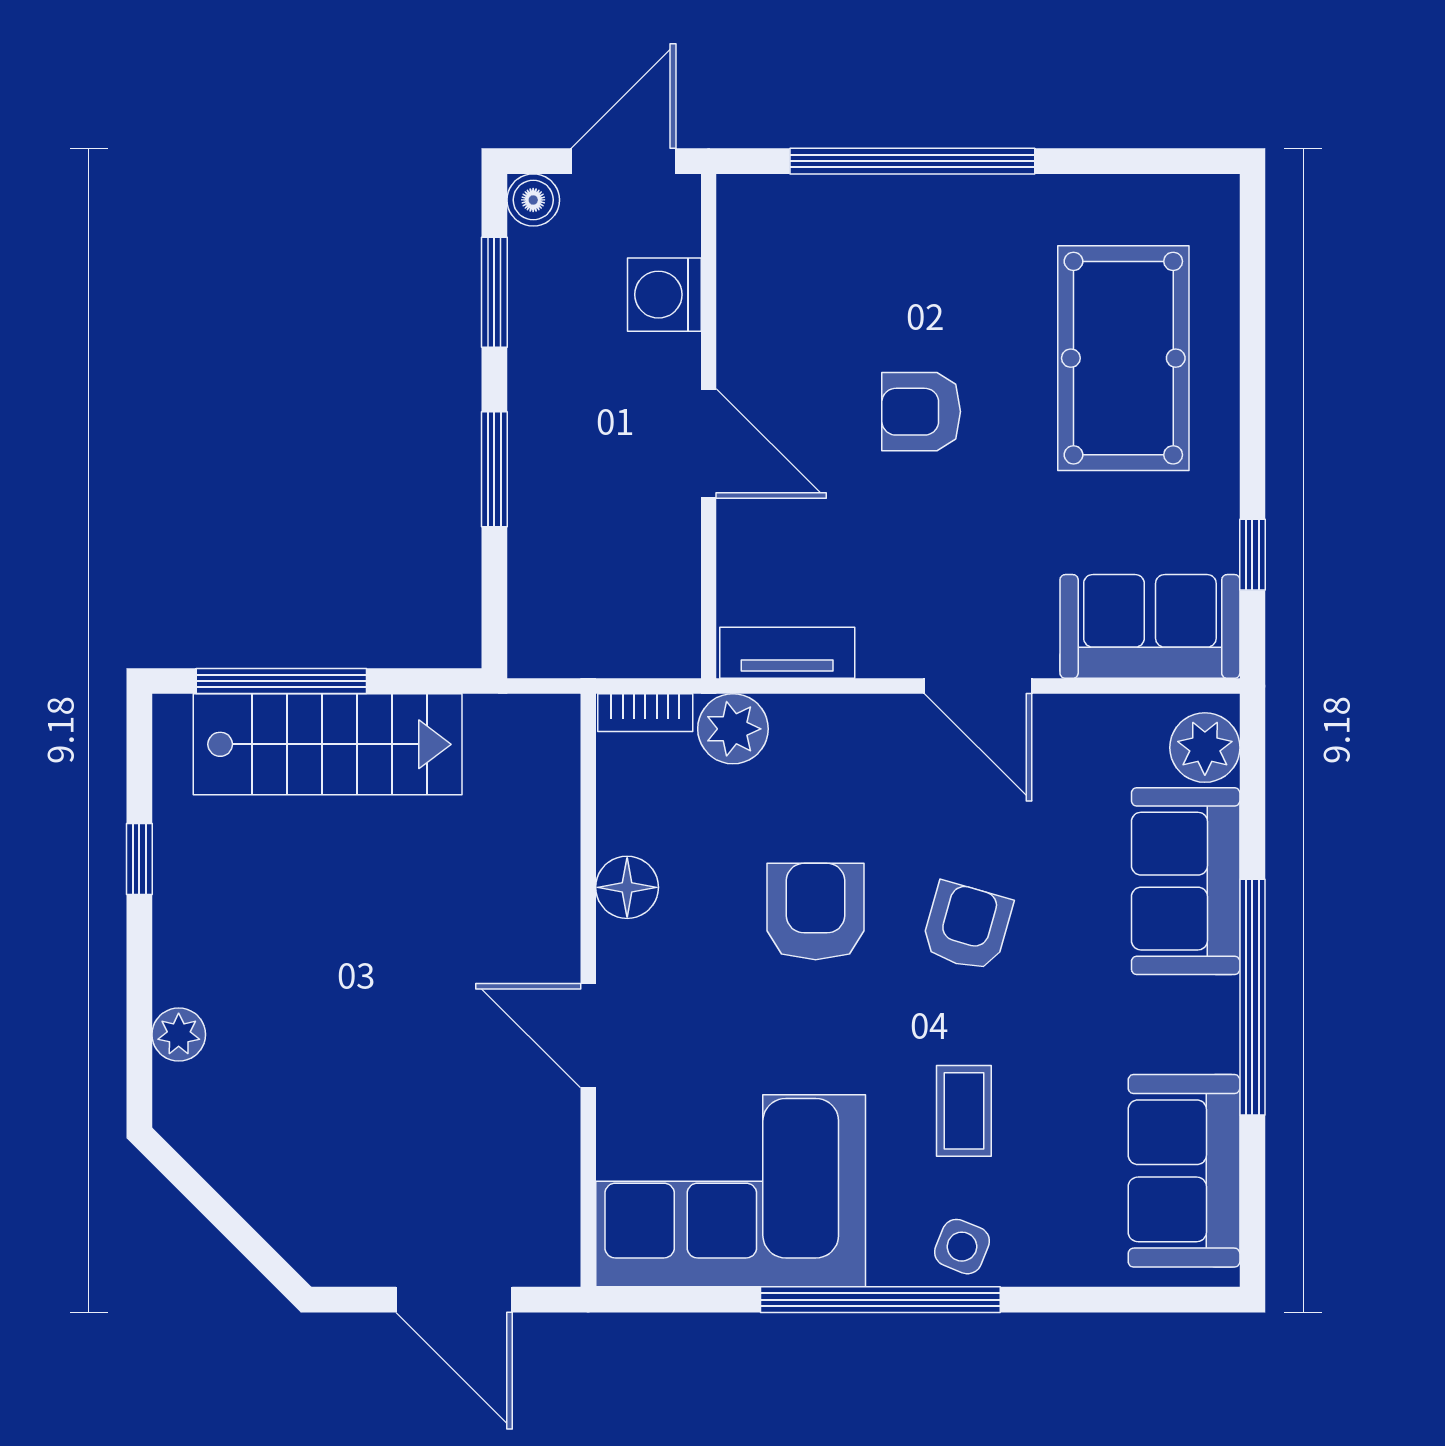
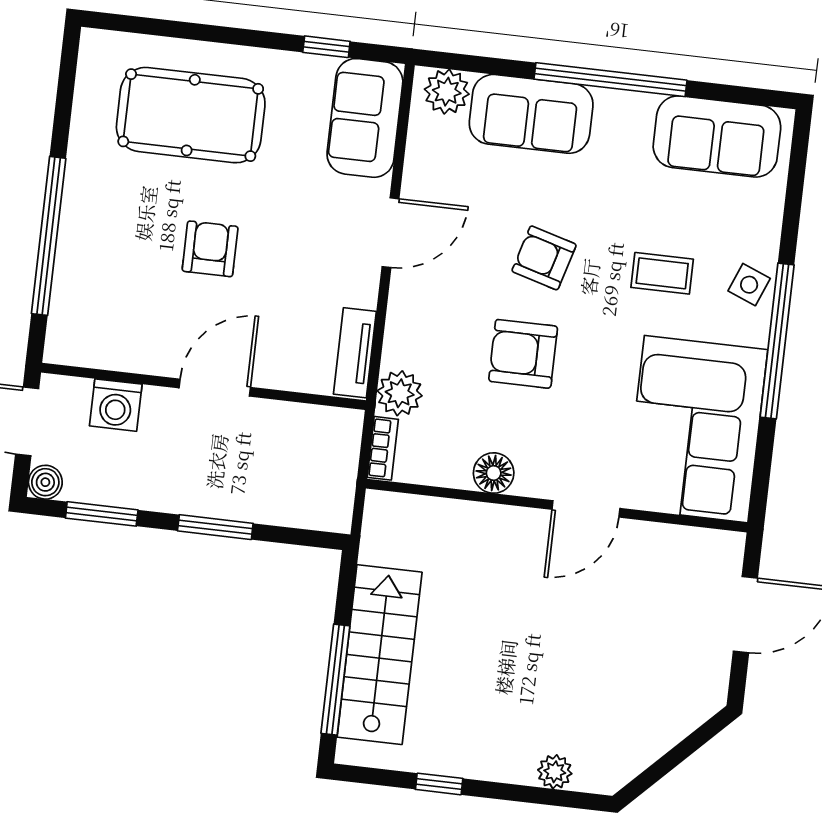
armchair: (921, 412) -> (210, 249), turned 180

